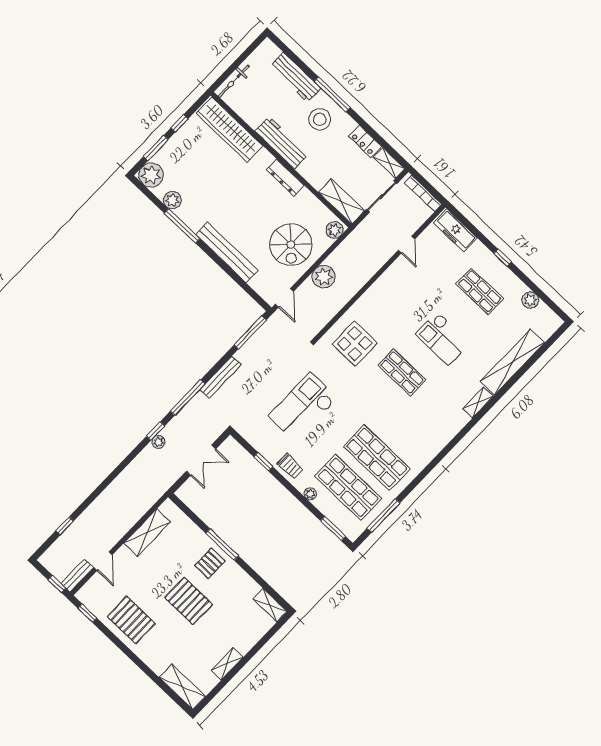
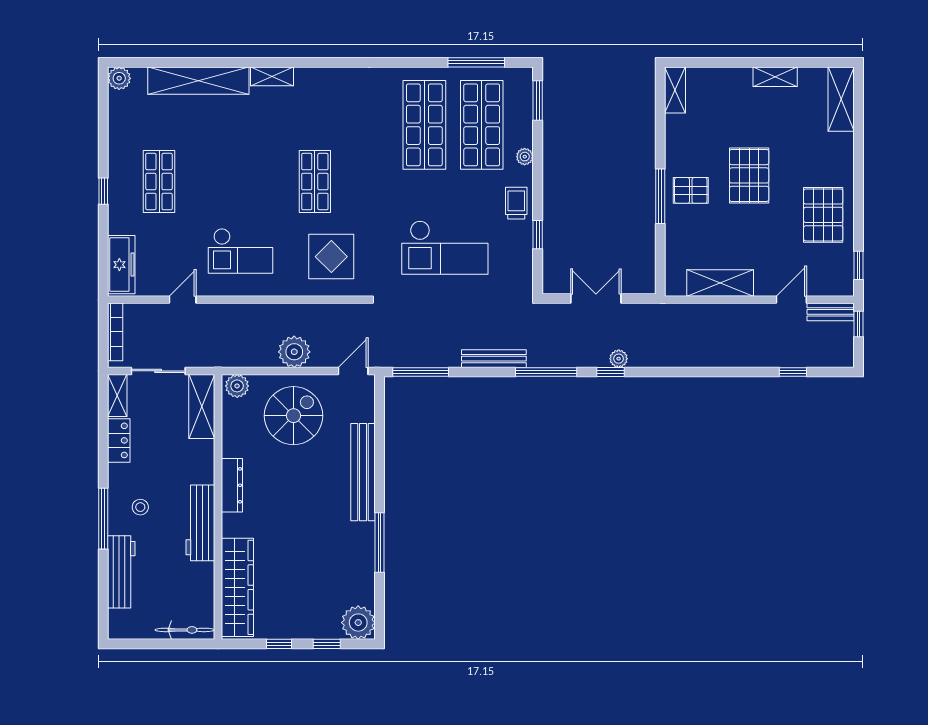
stool: (320, 119) -> (140, 507), width x0.53, depth x0.53
window: (156, 148) -> (327, 644), width x0.67
plant: (172, 200) -> (363, 577), removed
plant: (530, 300) -> (119, 78), moved
checkout: (443, 338) -> (241, 251), moved, turned 90

